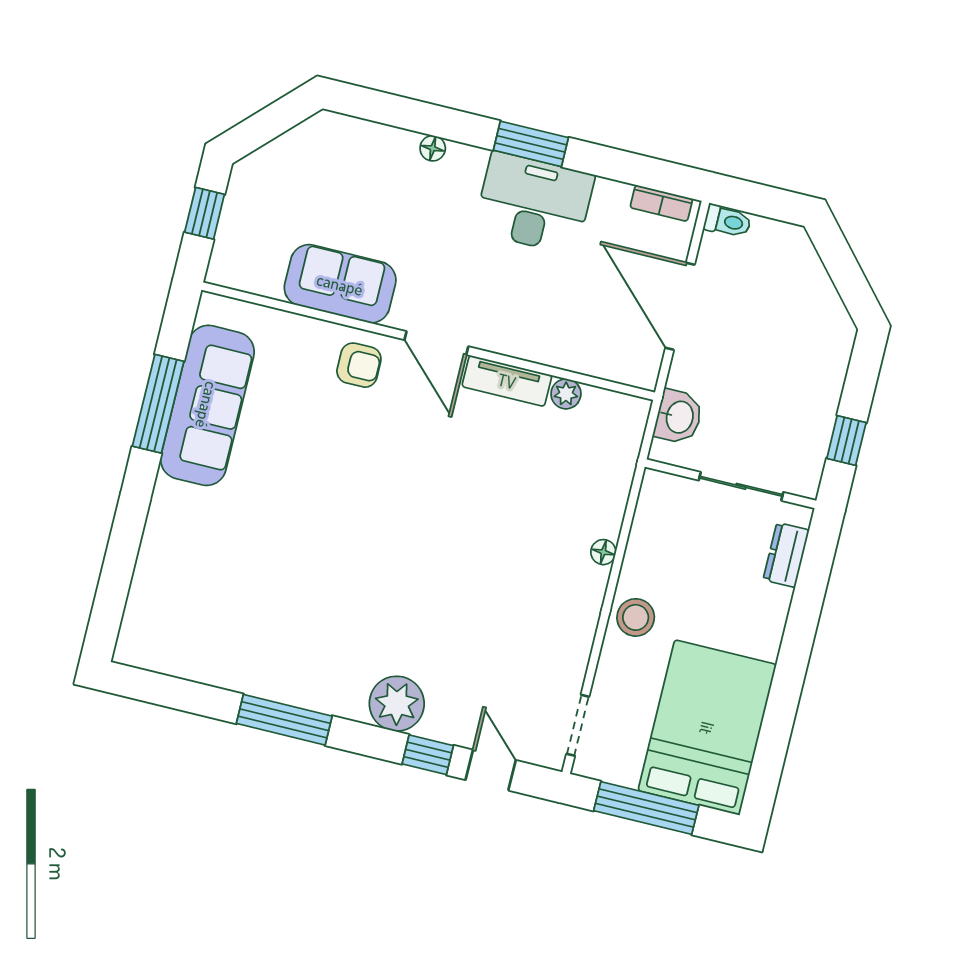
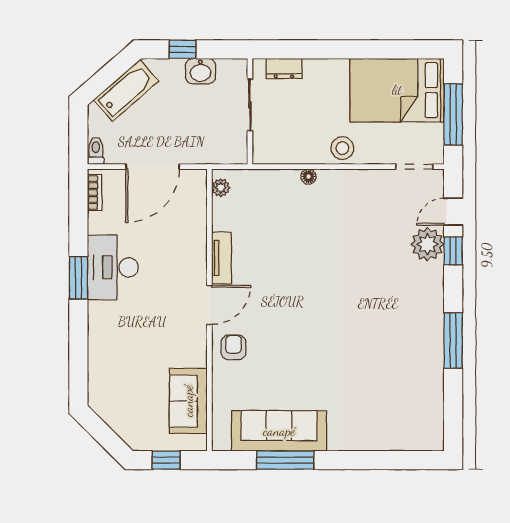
floor lamp: (433, 148) -> (95, 335), removed
sofa: (340, 284) -> (188, 401), moved
bathtub: (813, 293) -> (126, 90), added
plant: (566, 394) -> (221, 188), moved
washbasin: (679, 417) -> (200, 71), moved, turned 180
window: (846, 440) -> (183, 49), moved
plant: (397, 704) -> (427, 244), moved

